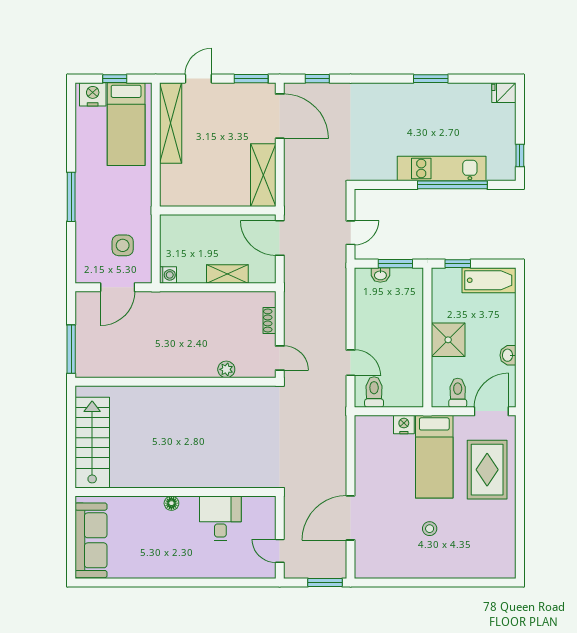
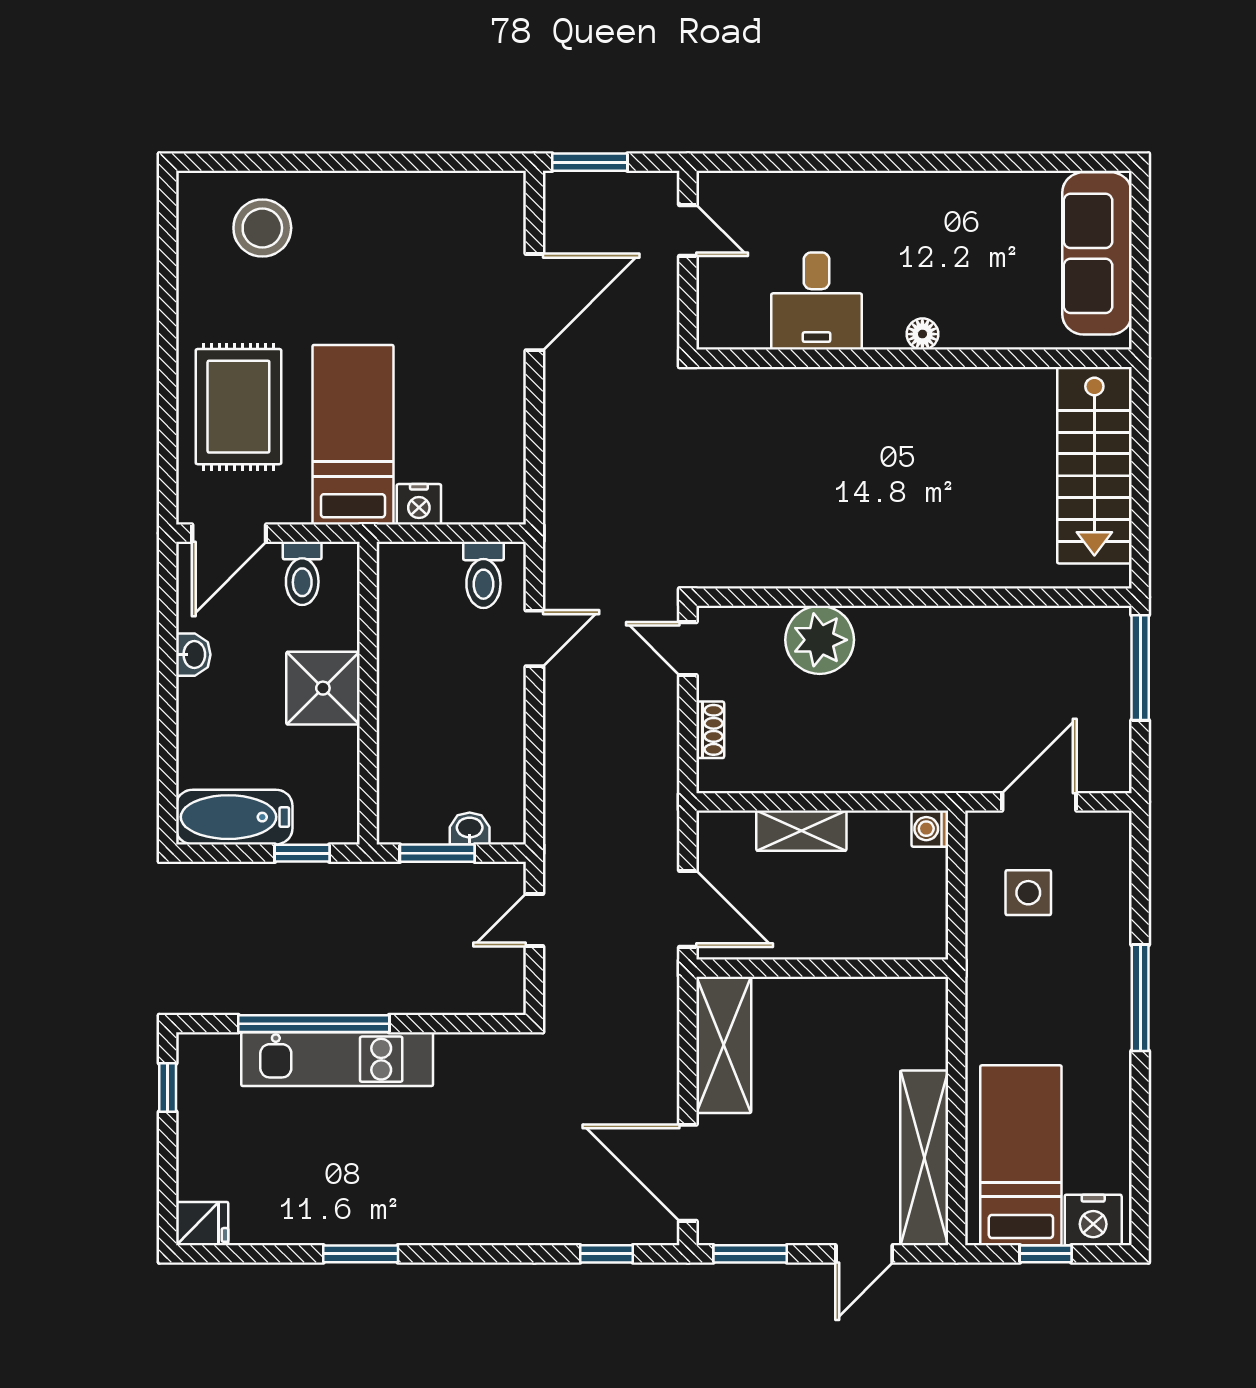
door: (351, 363) -> (534, 638), swing flipped
plant: (226, 369) -> (820, 640), width x1.87, depth x1.87
stool: (430, 529) -> (262, 228), moved, width x1.89, depth x1.89

